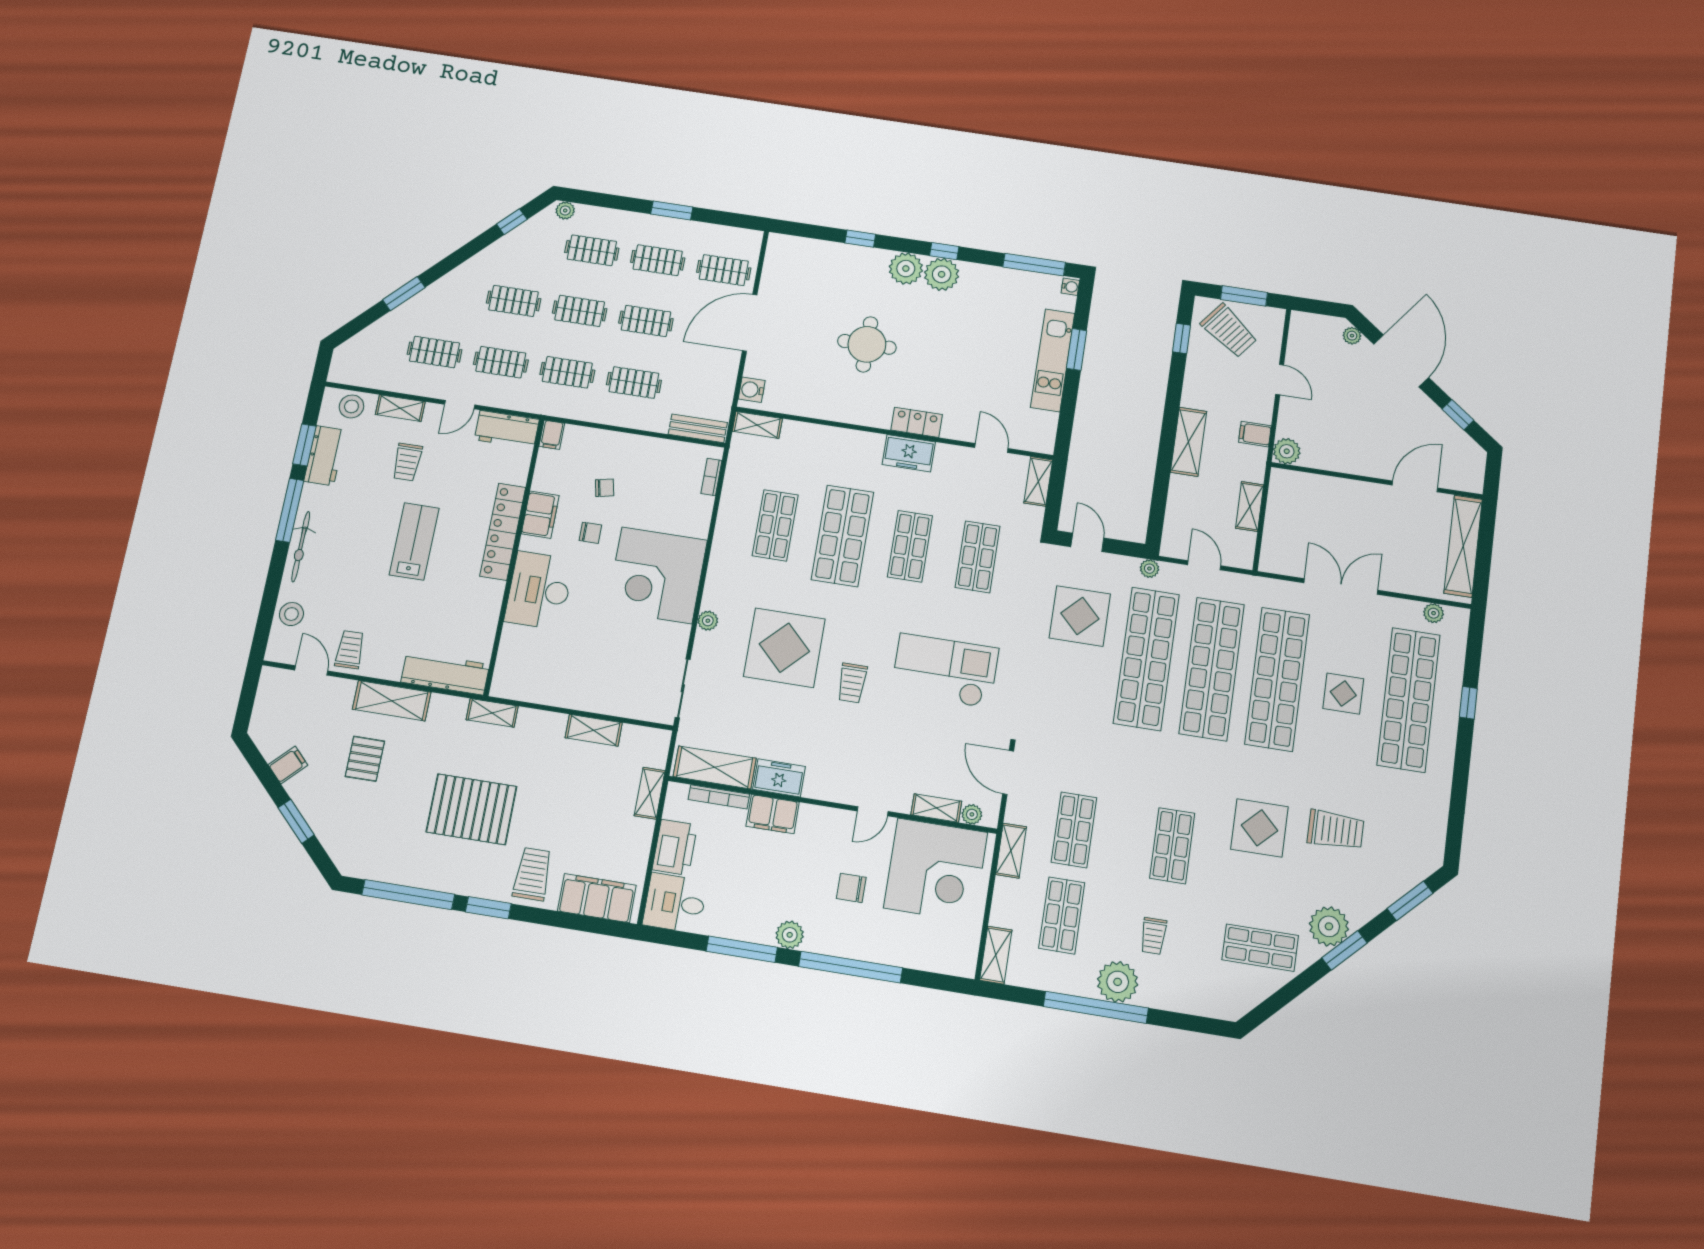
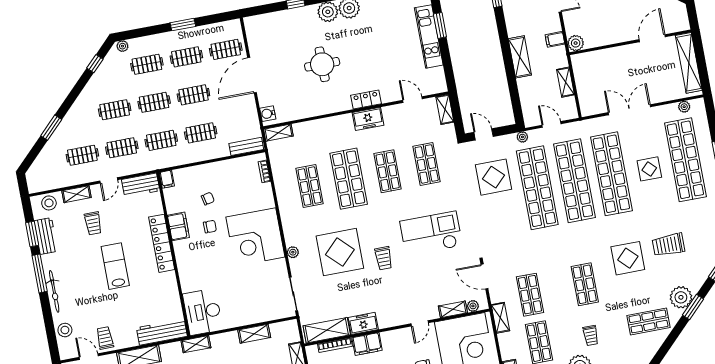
desk: (539, 590) -> (203, 312), moved
trolley: (1336, 830) -> (668, 245), turned 180

